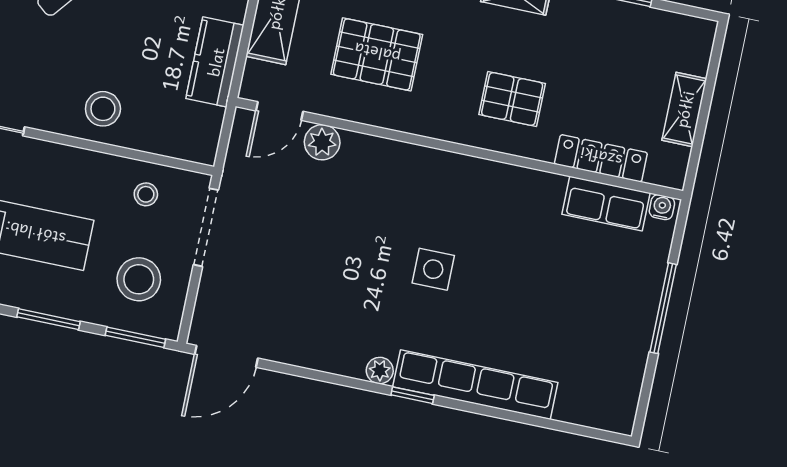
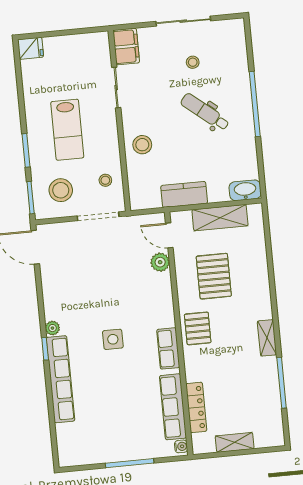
pallet: (512, 99) -> (198, 328), moved
row of seats: (480, 176) -> (168, 348), added
row of seats: (606, 204) -> (173, 407), width x1.48

